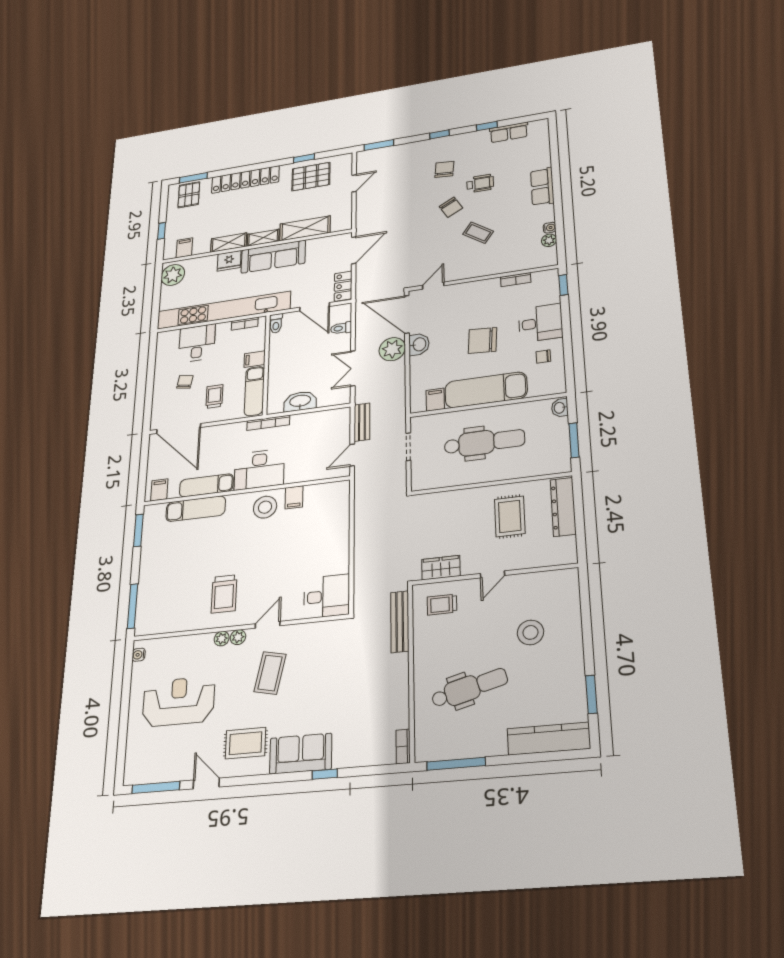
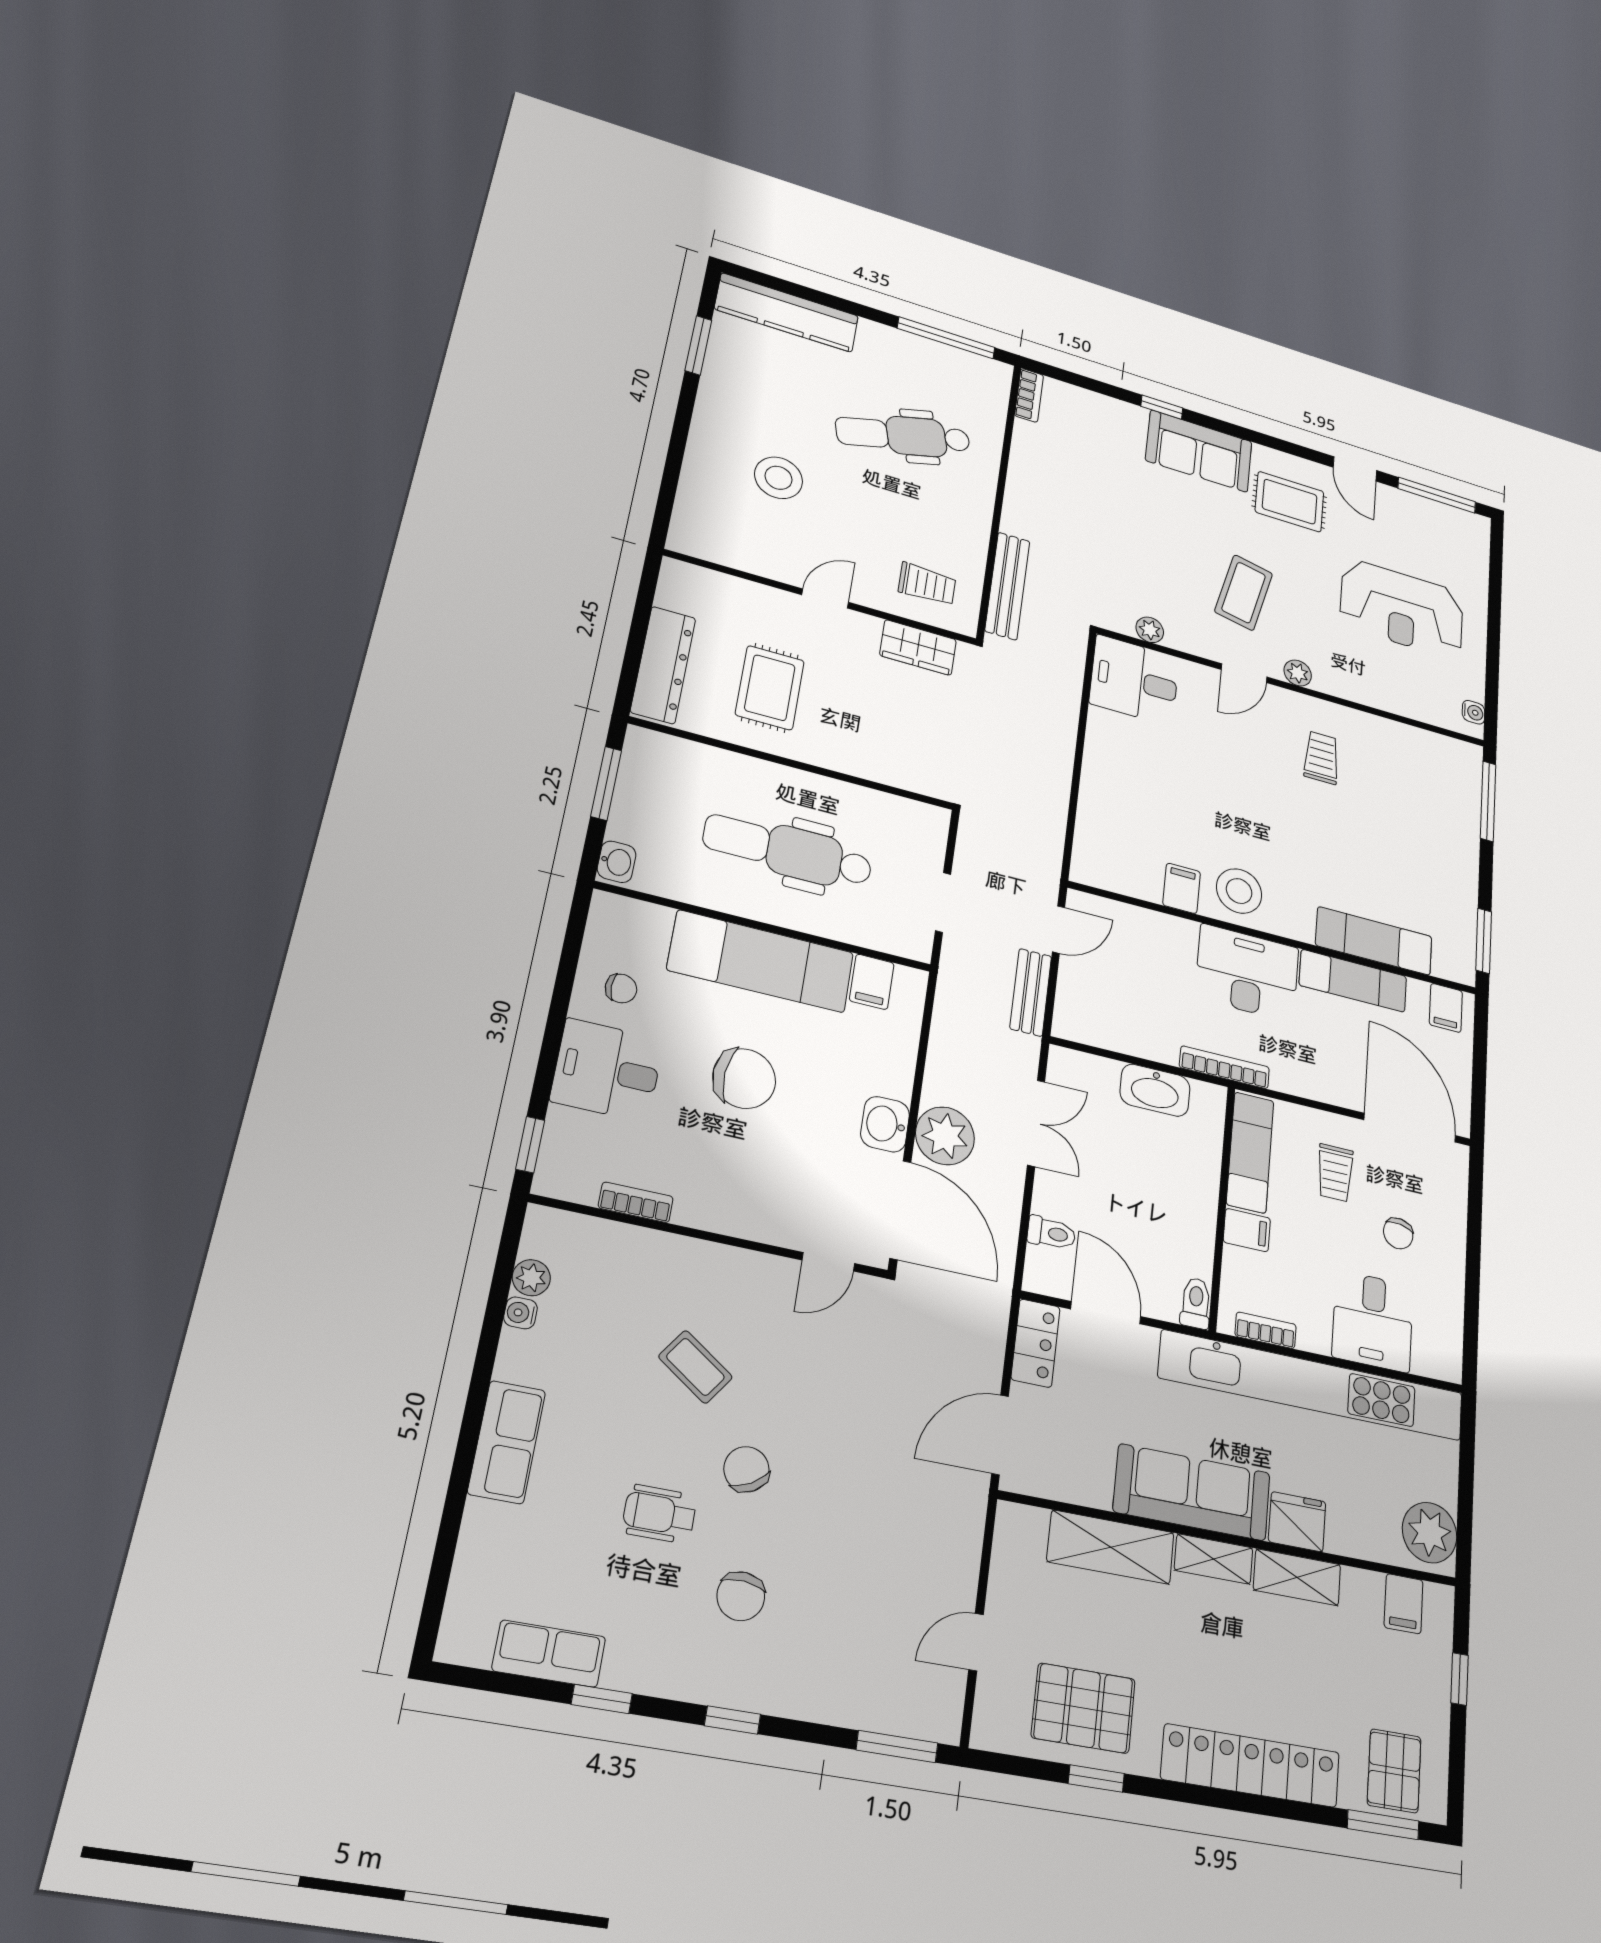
trolley: (224, 594) -> (1321, 758), width x0.73, depth x0.72
plant: (222, 639) -> (1150, 630), moved

